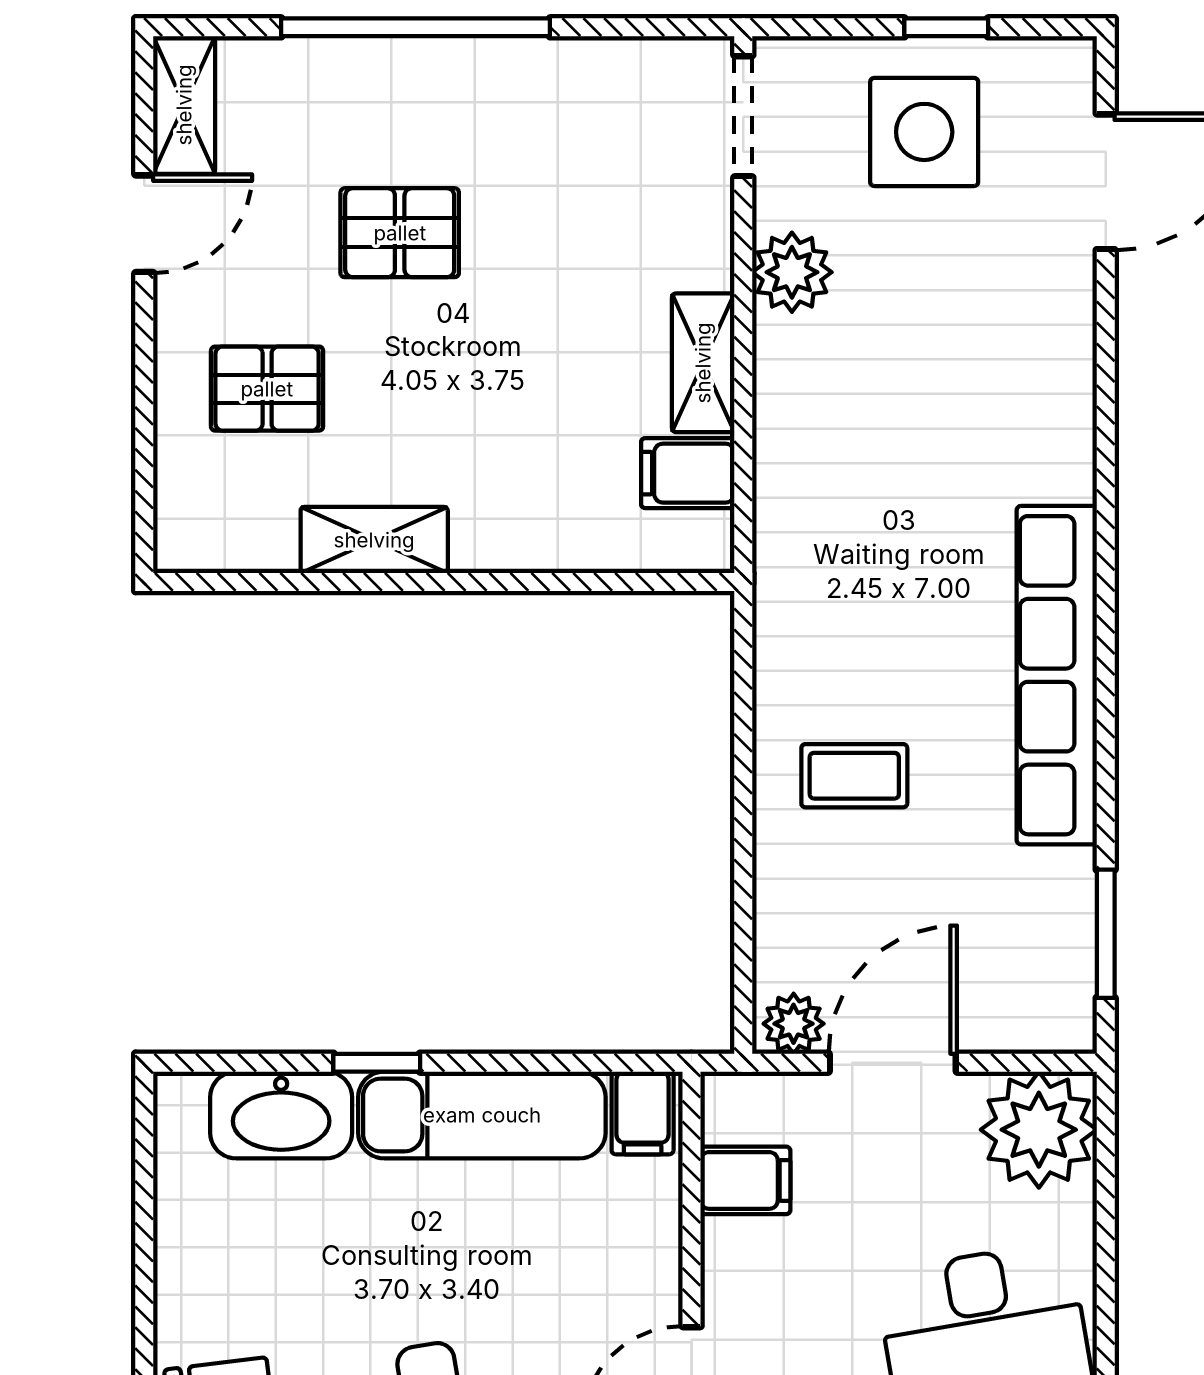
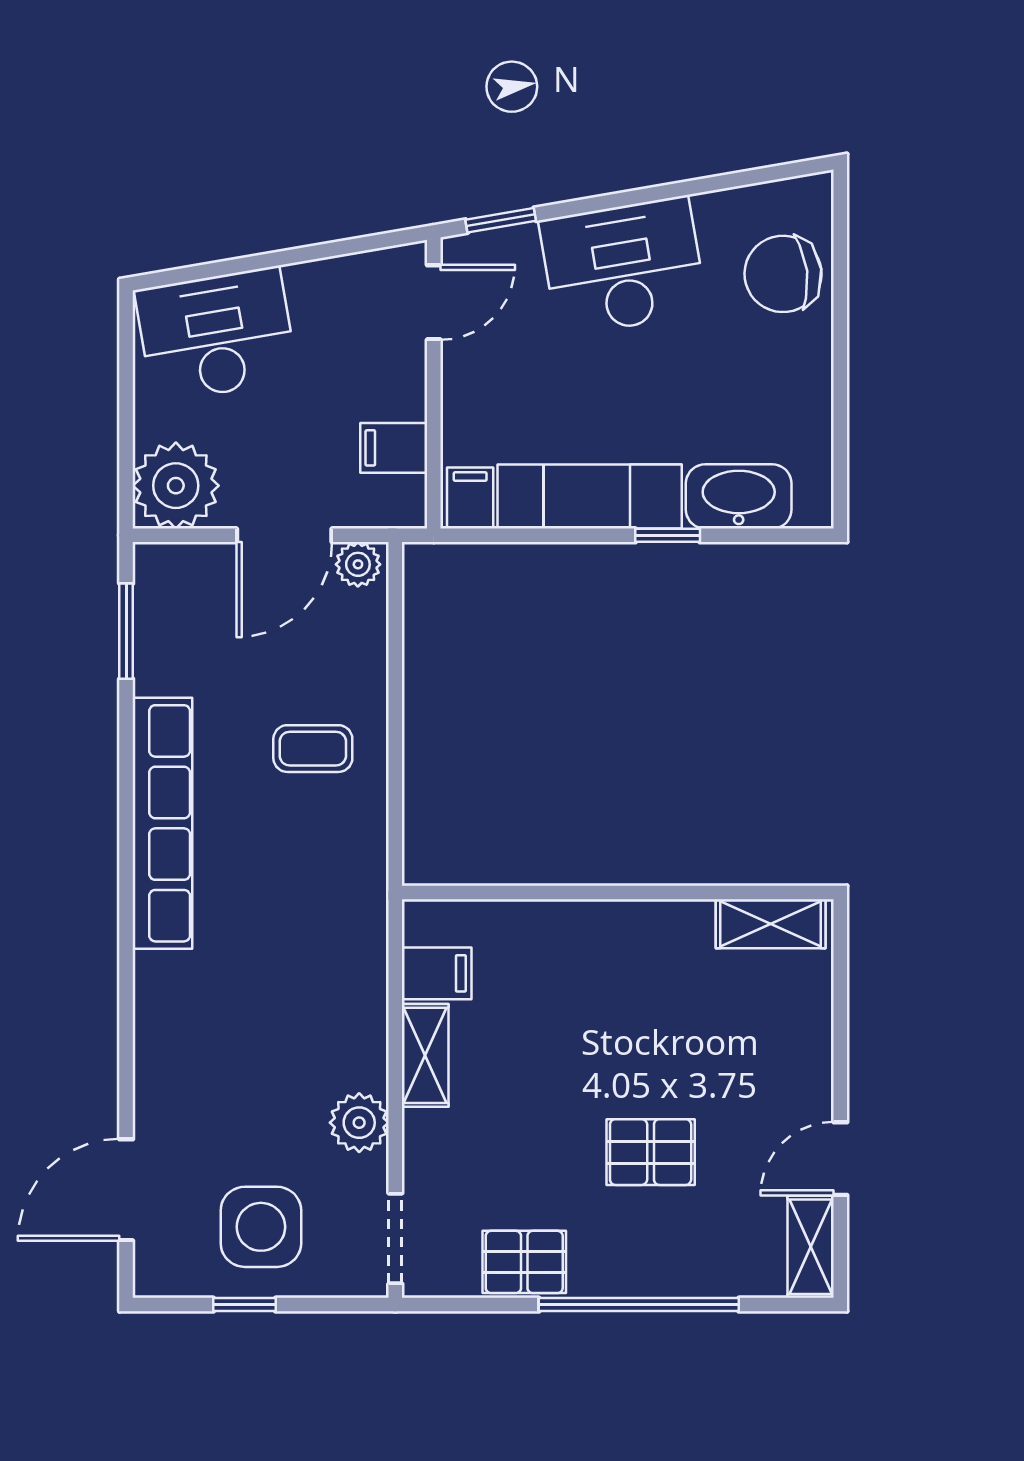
pallet: (267, 389) -> (524, 1262), moved
shelving: (374, 540) -> (771, 924), moved

